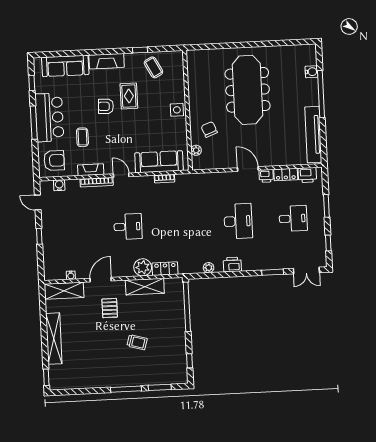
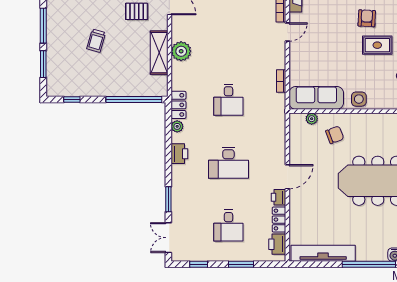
sofa: (159, 162) -> (316, 98), moved, turned -90
desk: (128, 227) -> (228, 100), moved
locker: (165, 269) -> (178, 105), moved

